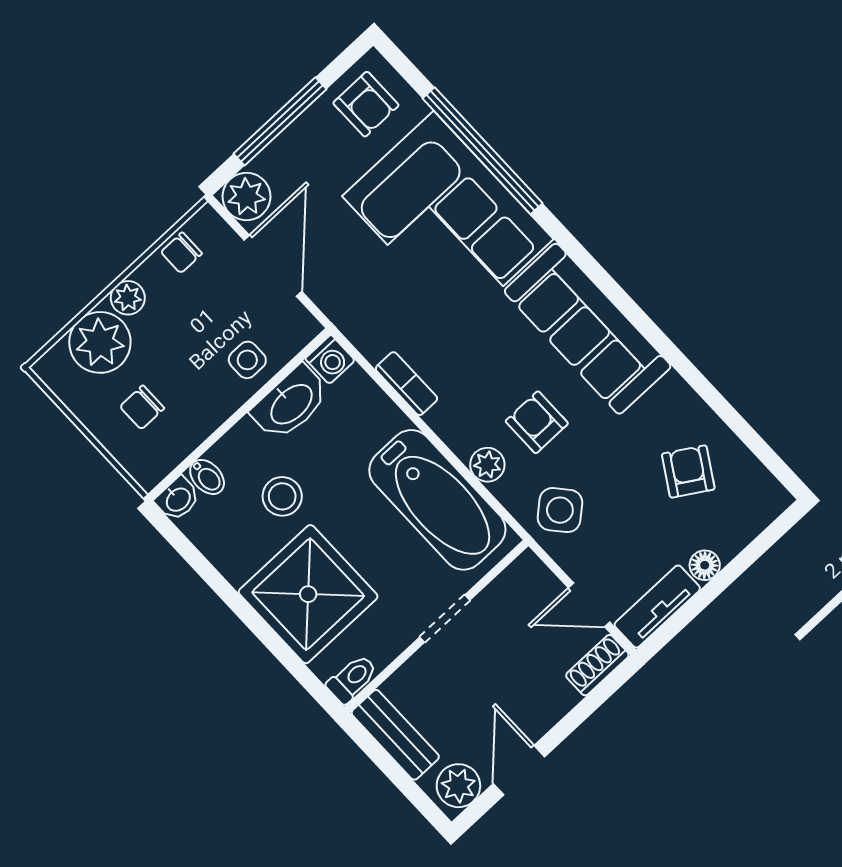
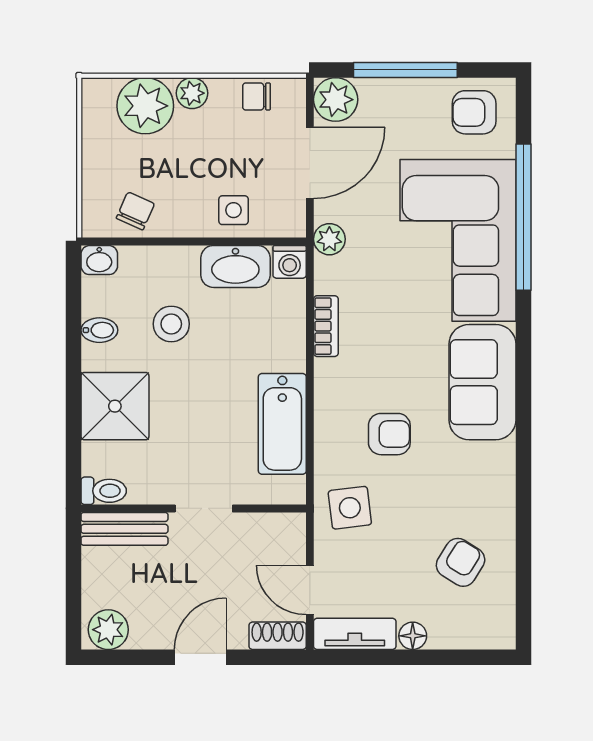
armchair: (366, 104) -> (474, 112), turned 90
sofa: (588, 329) -> (482, 382), width x0.73
chair: (142, 407) -> (135, 211), moved, turned 114
armchair: (537, 422) -> (389, 434), turned 90
plant: (487, 465) -> (329, 239), moved
bidet: (207, 477) -> (99, 330), moved, turned -90
bathtub: (437, 500) -> (282, 424), width x0.73, depth x0.73
side table: (560, 510) -> (350, 508), turned 34
shower: (308, 594) -> (115, 406), width x0.73, depth x0.73
bench: (395, 735) -> (124, 529), moved, turned 90
door: (519, 770) -> (200, 657), moved

